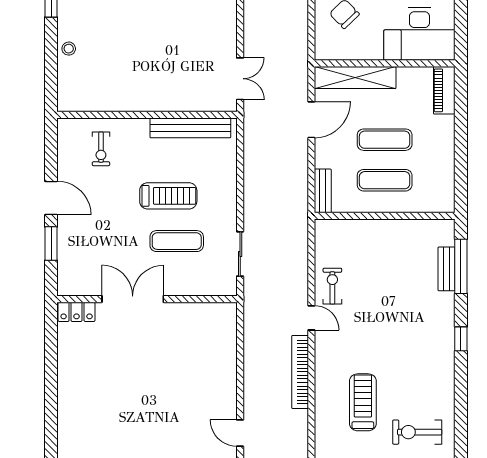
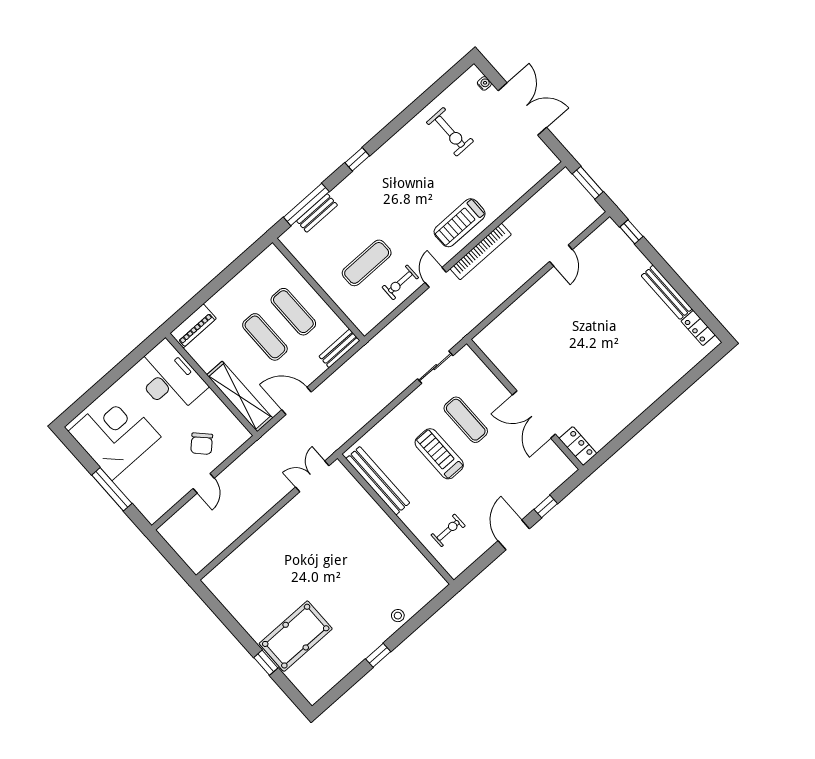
window: (51, 244) -> (546, 506), width x0.67
exercise mat: (372, 273) -> (367, 263), added
treadmill: (363, 402) -> (460, 223), moved

